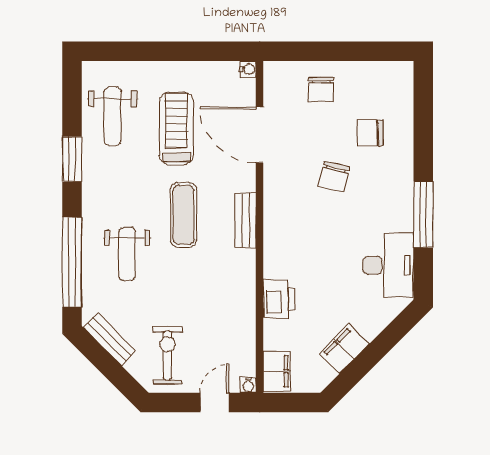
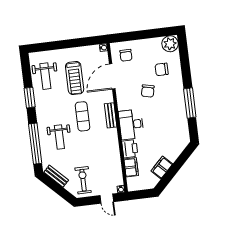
plant: (396, 79) -> (170, 44), added
chair: (321, 89) -> (126, 55), moved
treadmill: (176, 128) -> (75, 78), turned 180
door: (260, 135) -> (112, 76), hinge flipped
desk: (388, 265) -> (131, 124), moved, turned 180
filing cabinet: (277, 371) -> (131, 167), moved
door: (215, 402) -> (107, 199), swing flipped

